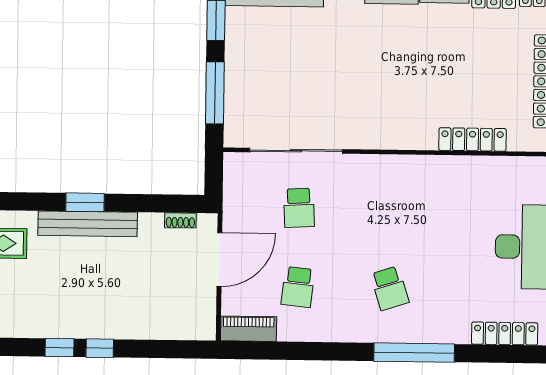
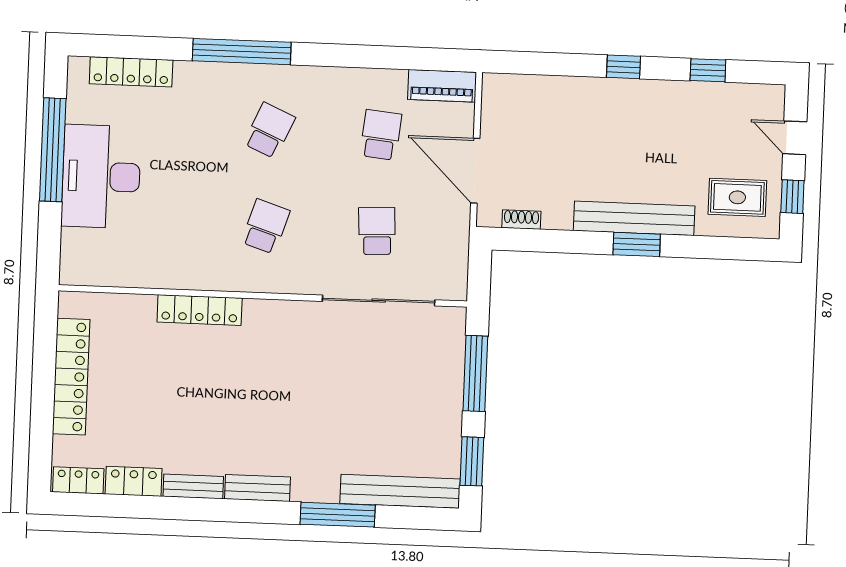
locker: (472, 139) -> (200, 310), moved
school desk: (391, 209) -> (265, 227), added
door: (219, 260) -> (475, 171), hinge flipped
school desk: (390, 288) -> (269, 130), turned 42
window: (59, 348) -> (708, 70), moved

